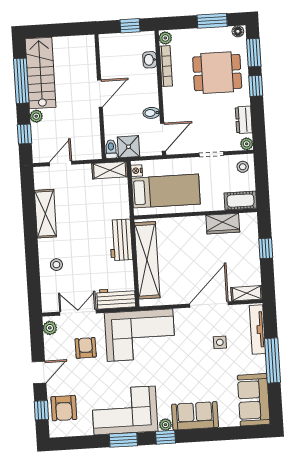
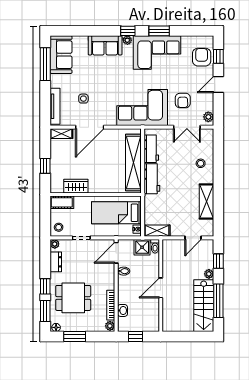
workbench: (116, 298) -> (151, 149), moved, turned -90
window: (273, 360) -> (45, 64), moved

